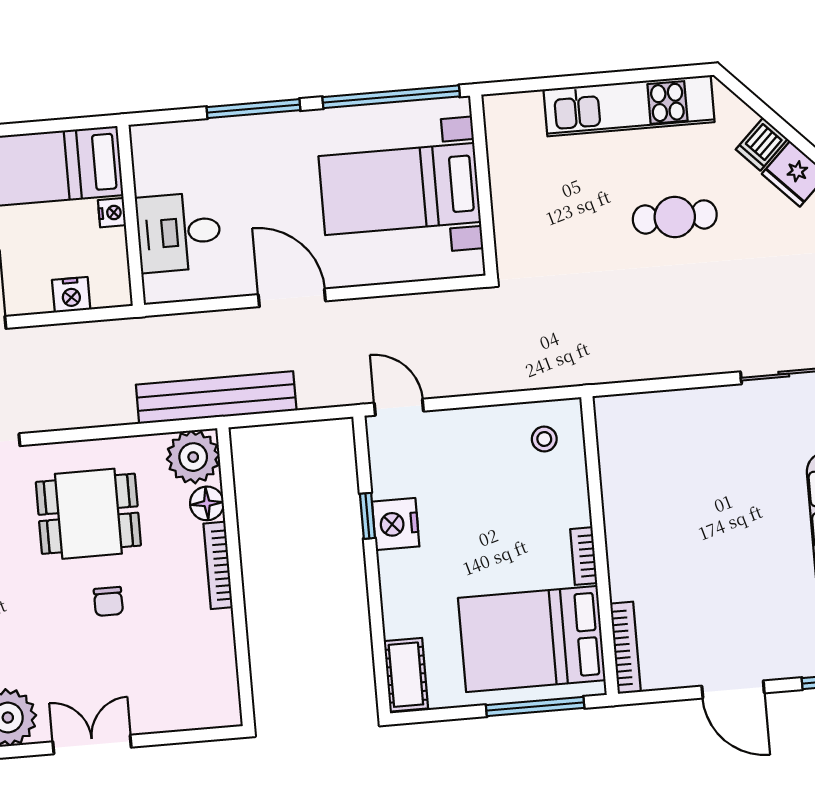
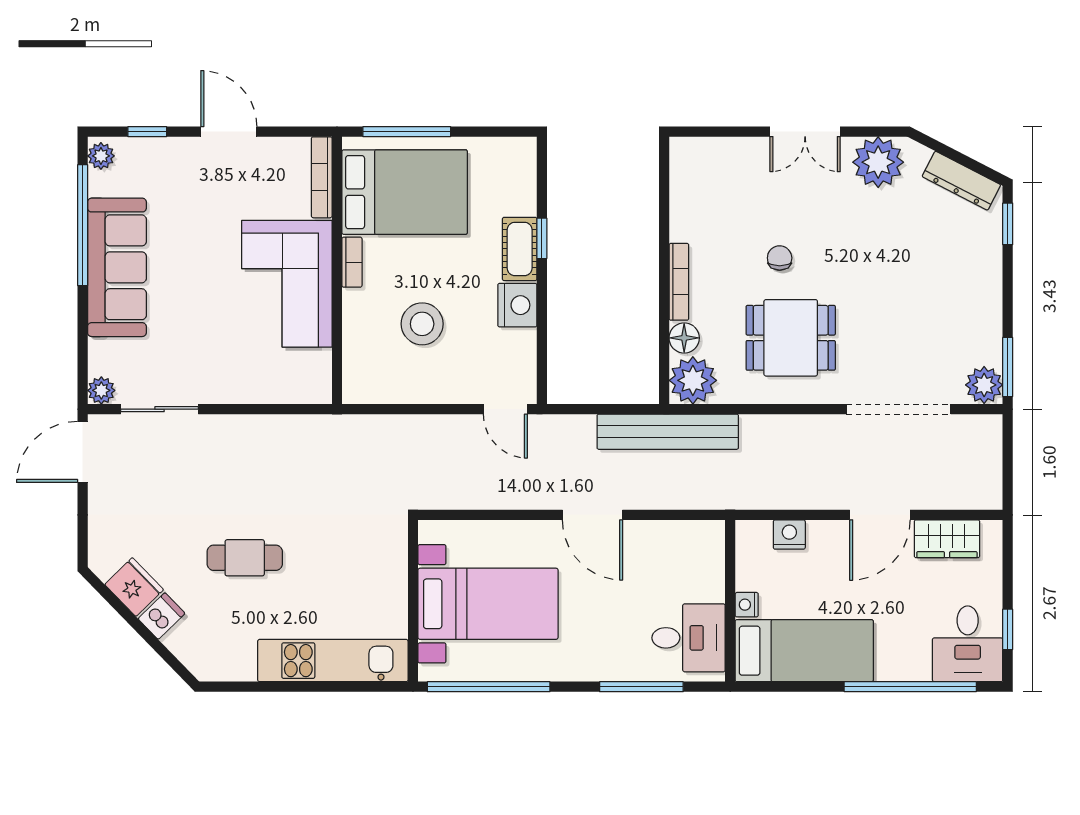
kitchen unit: (629, 106) -> (333, 661), moved
window: (253, 109) -> (641, 687), moved
desk: (179, 232) -> (689, 638), moved
stool: (544, 439) -> (422, 324), moved, width x1.89, depth x1.89
window: (367, 516) -> (542, 238), moved
corner sofa: (654, 526) -> (287, 284), added
cot: (406, 675) -> (520, 249), moved

